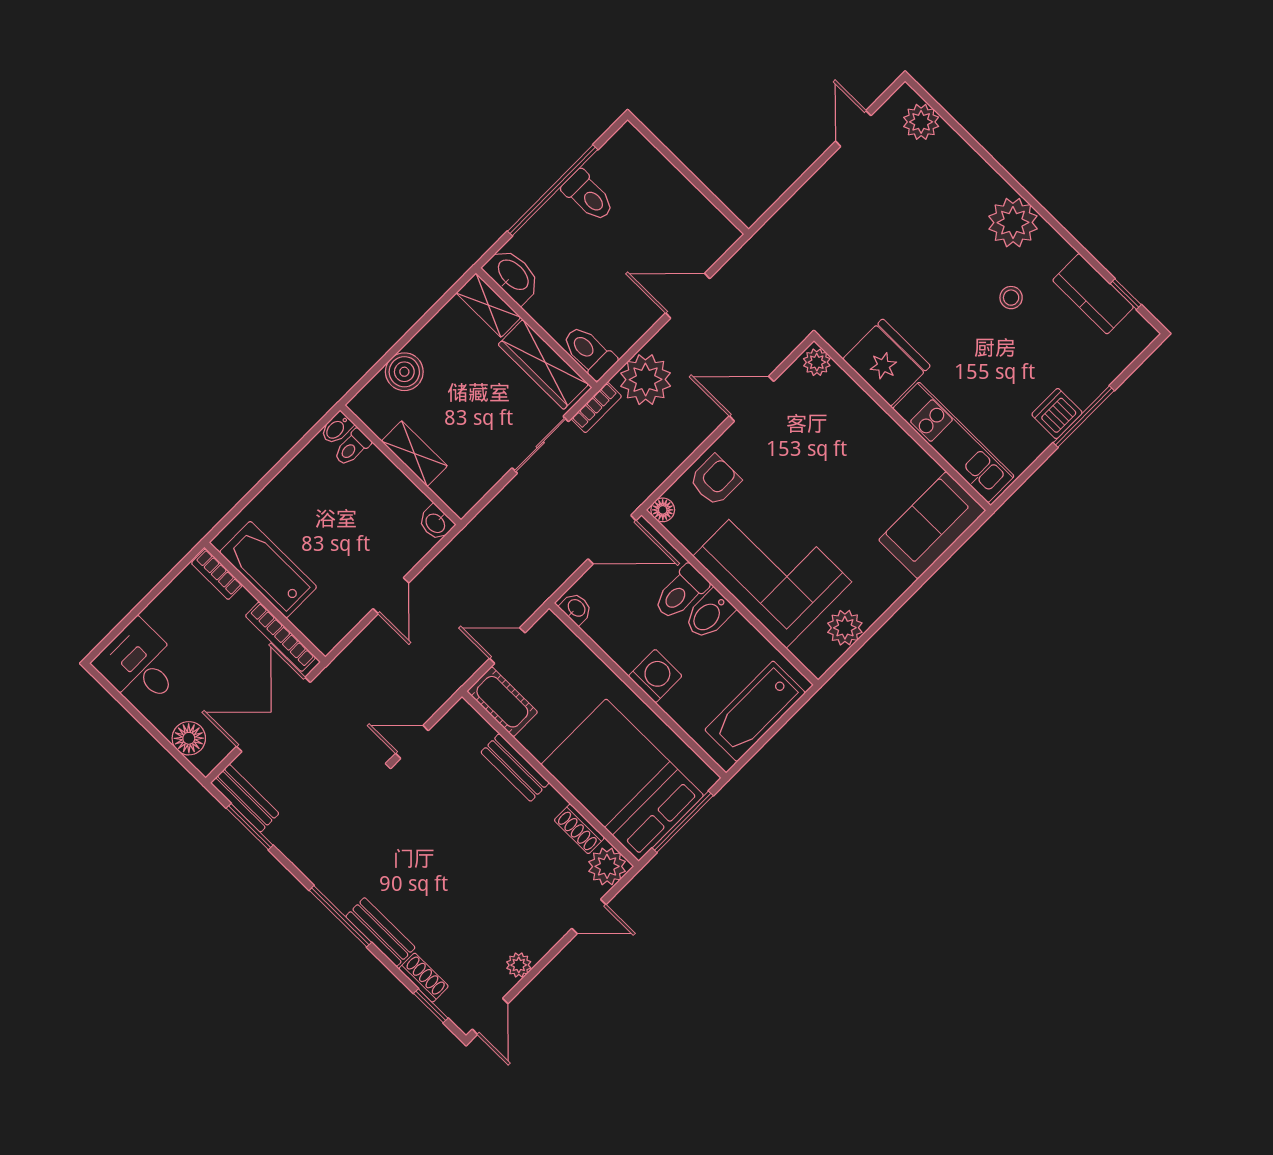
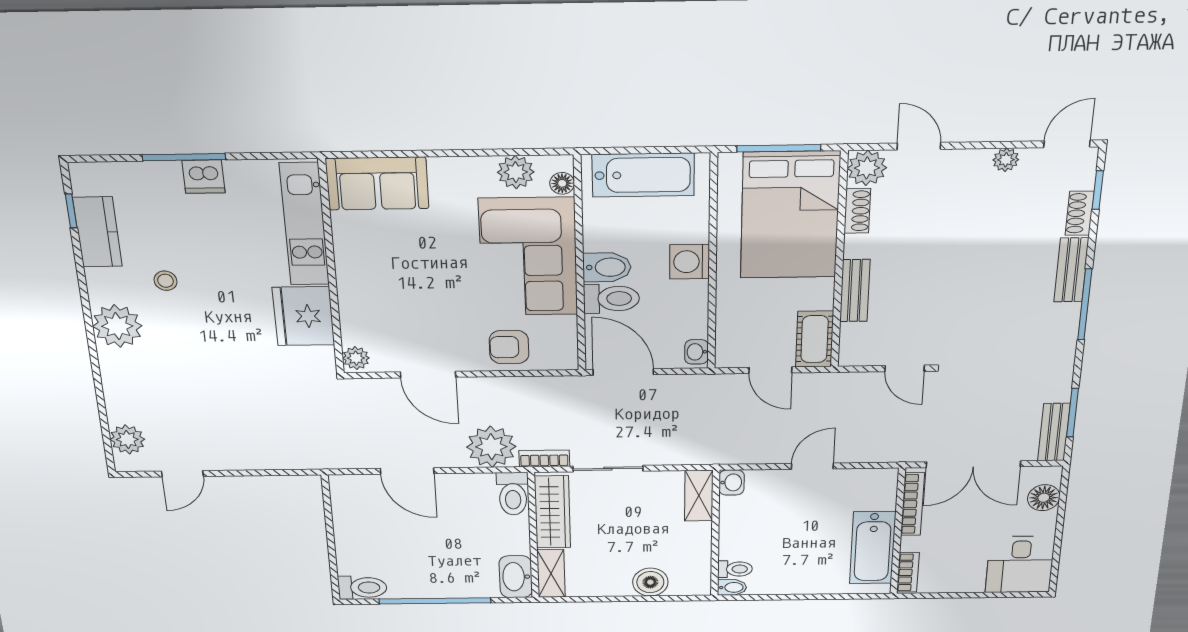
toilet: (588, 196) -> (362, 588), moved, turned 90
shelving: (414, 454) -> (699, 496), moved
floor lamp: (663, 510) -> (562, 183), moved

